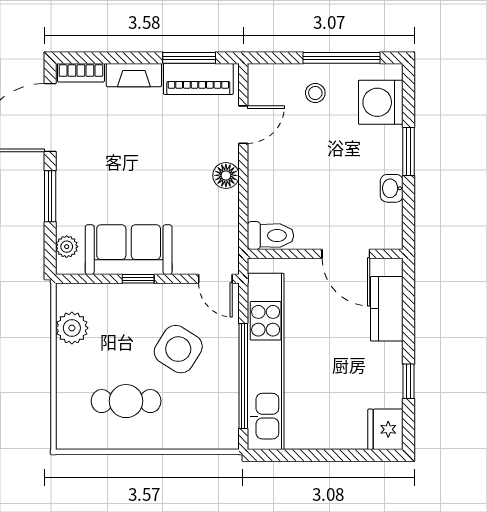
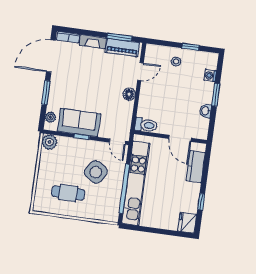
window: (341, 58) -> (190, 47), width x0.46
washing machine: (381, 102) -> (210, 76), width x0.53, depth x0.53
plant: (72, 328) -> (49, 142), moved

